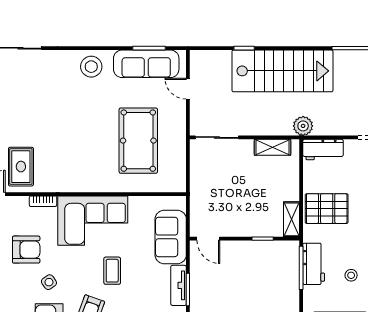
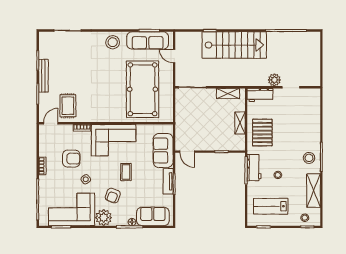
plant: (303, 126) -> (274, 80), moved
pool table: (138, 141) -> (143, 89), width x1.36, depth x1.32
pallet: (327, 209) -> (262, 133), turned 90
shelving: (292, 219) -> (240, 123), moved

